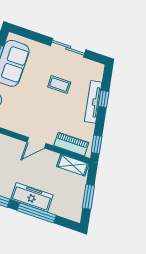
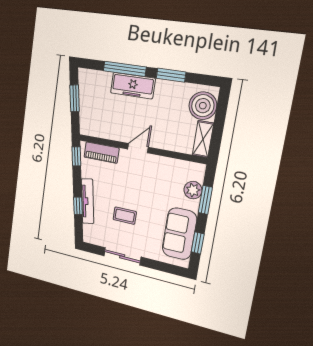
shelving: (73, 165) -> (96, 130), removed

